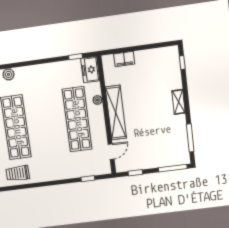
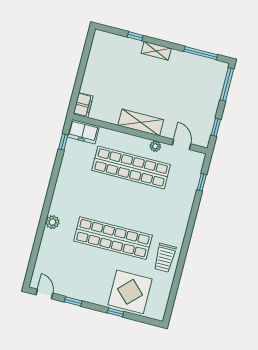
filing cabinet: (124, 59) -> (83, 105), moved
window: (182, 62) -> (135, 36), moved
plant: (97, 100) -> (155, 146), moved
shelving: (116, 113) -> (141, 122), width x0.68

